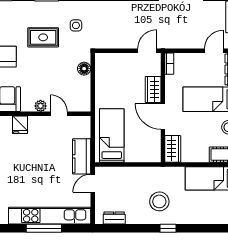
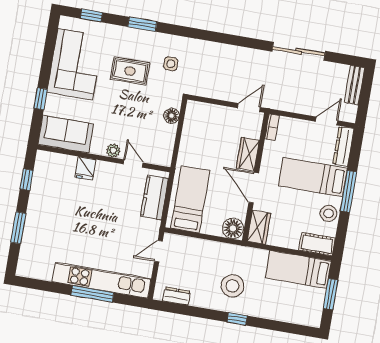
floor lamp: (151, 154) -> (233, 228), added
kitchen counter: (82, 156) -> (154, 197), moved

